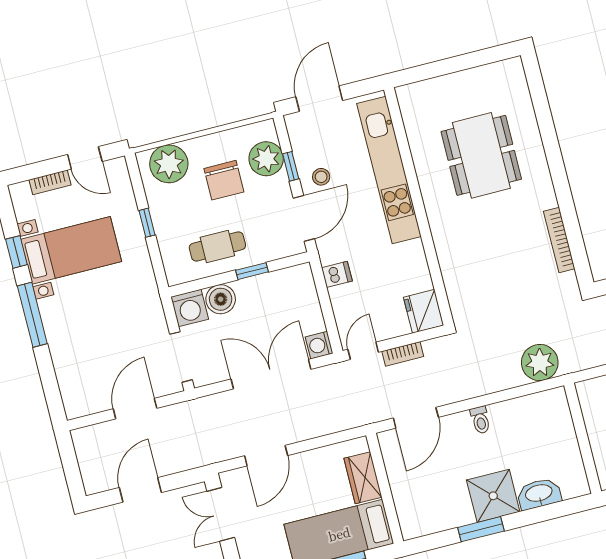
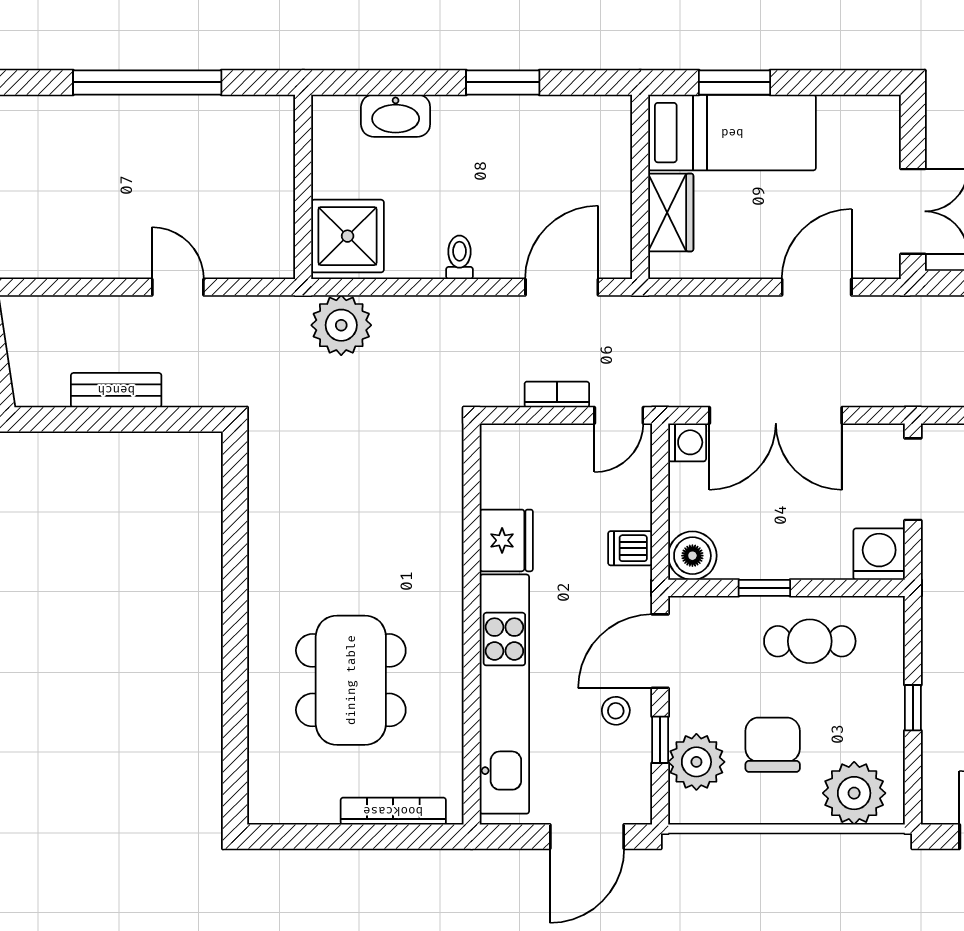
bookcase: (559, 240) -> (393, 811), moved, turned -90
boiler: (221, 299) -> (692, 556), moved
fridge: (424, 311) -> (506, 540), moved
shower: (493, 496) -> (348, 236), moved

